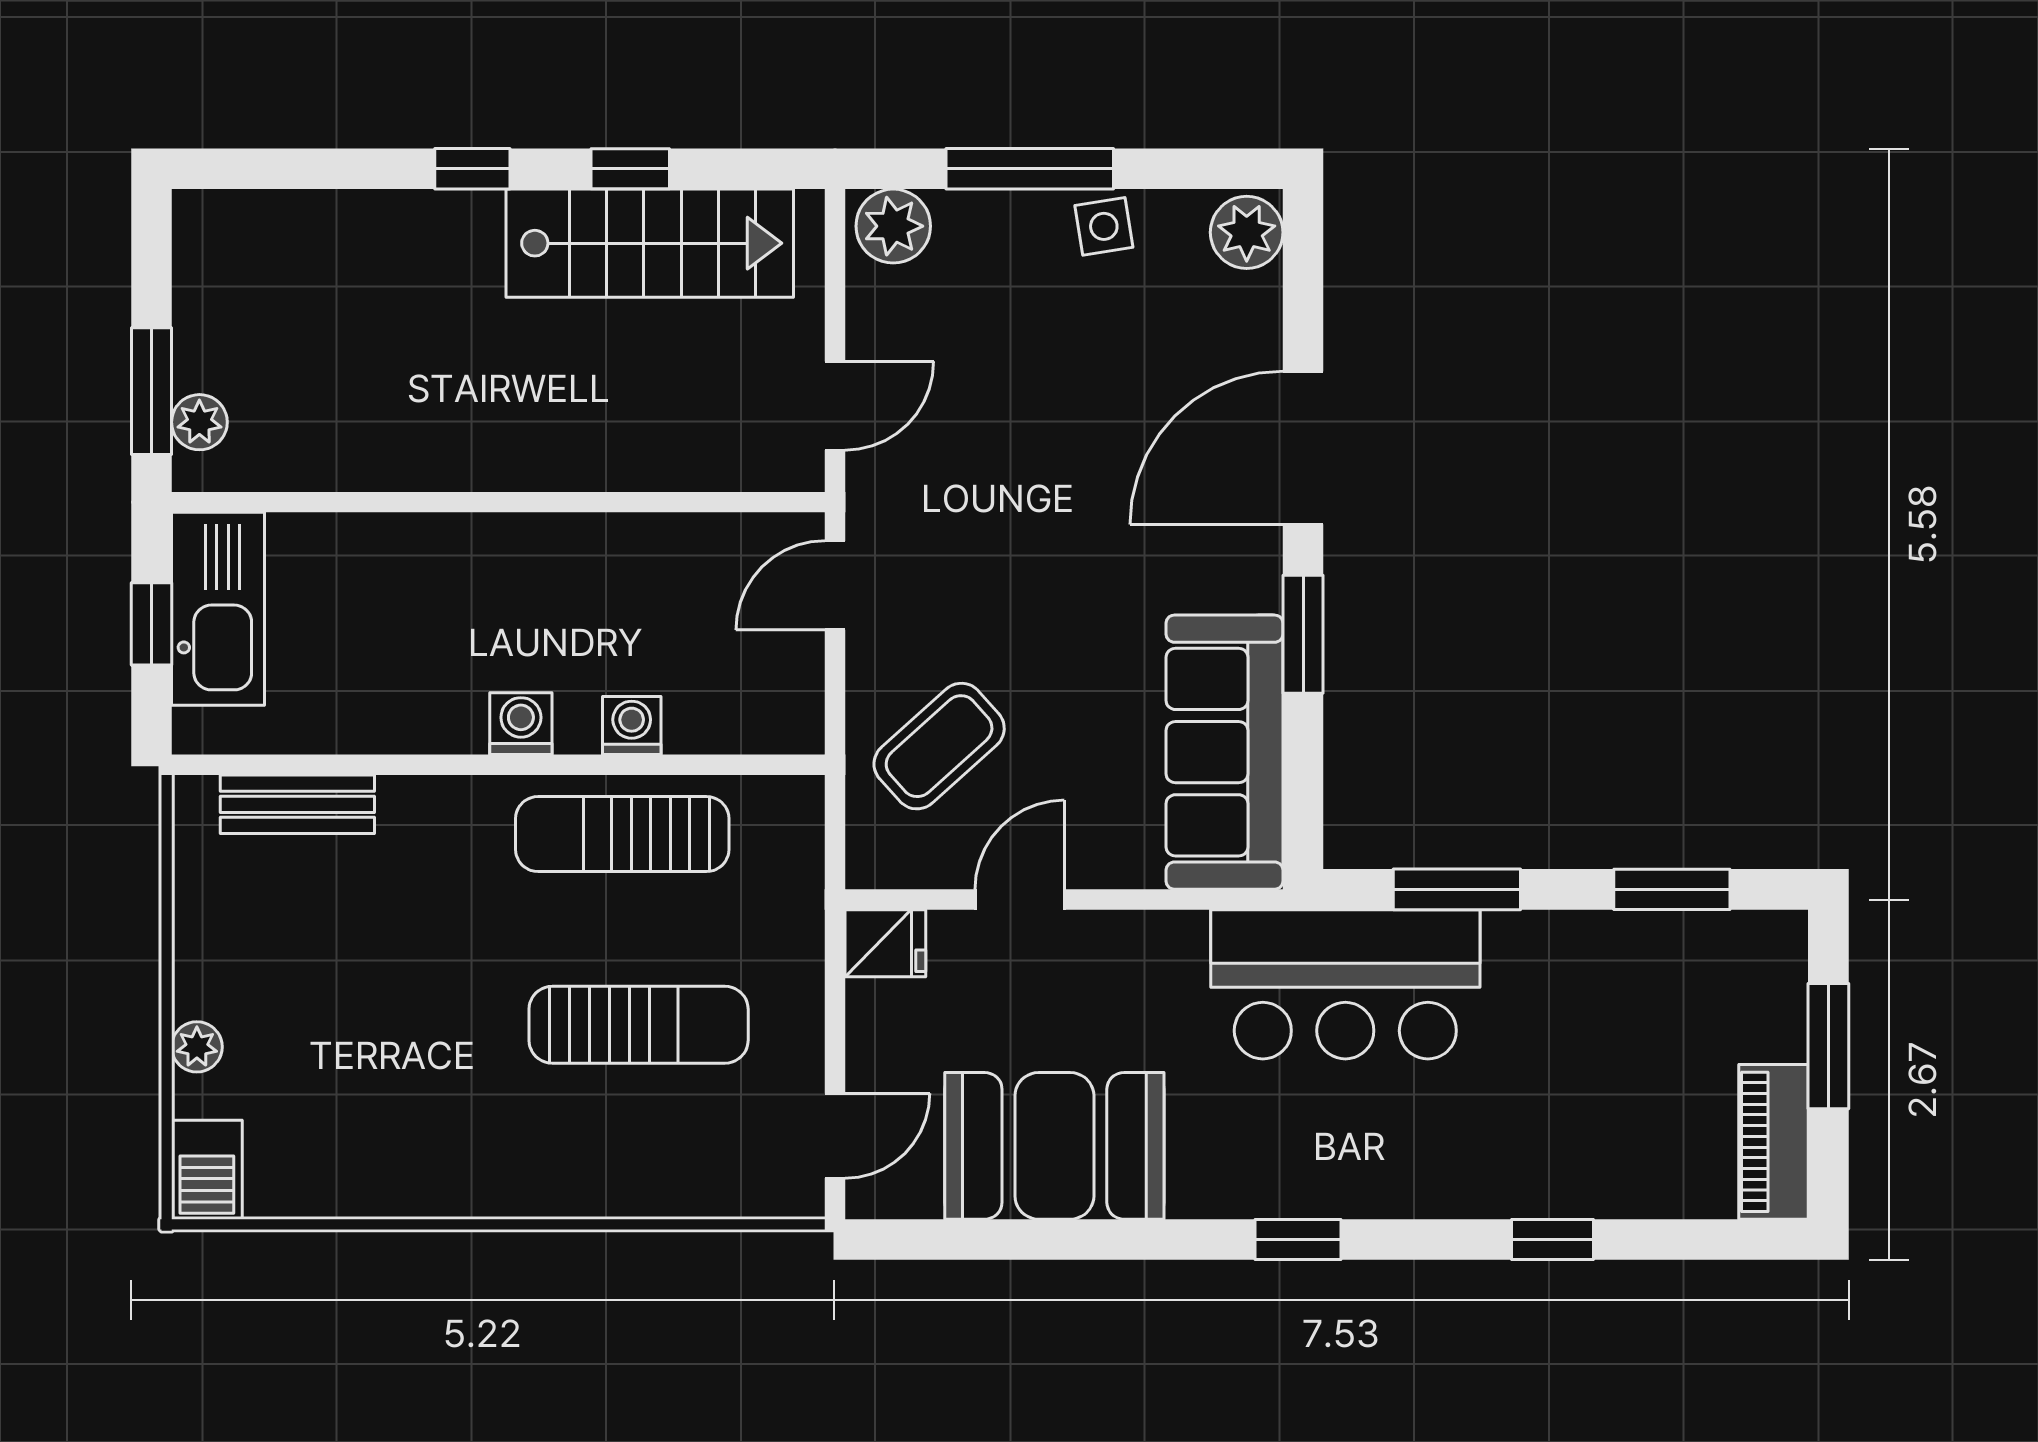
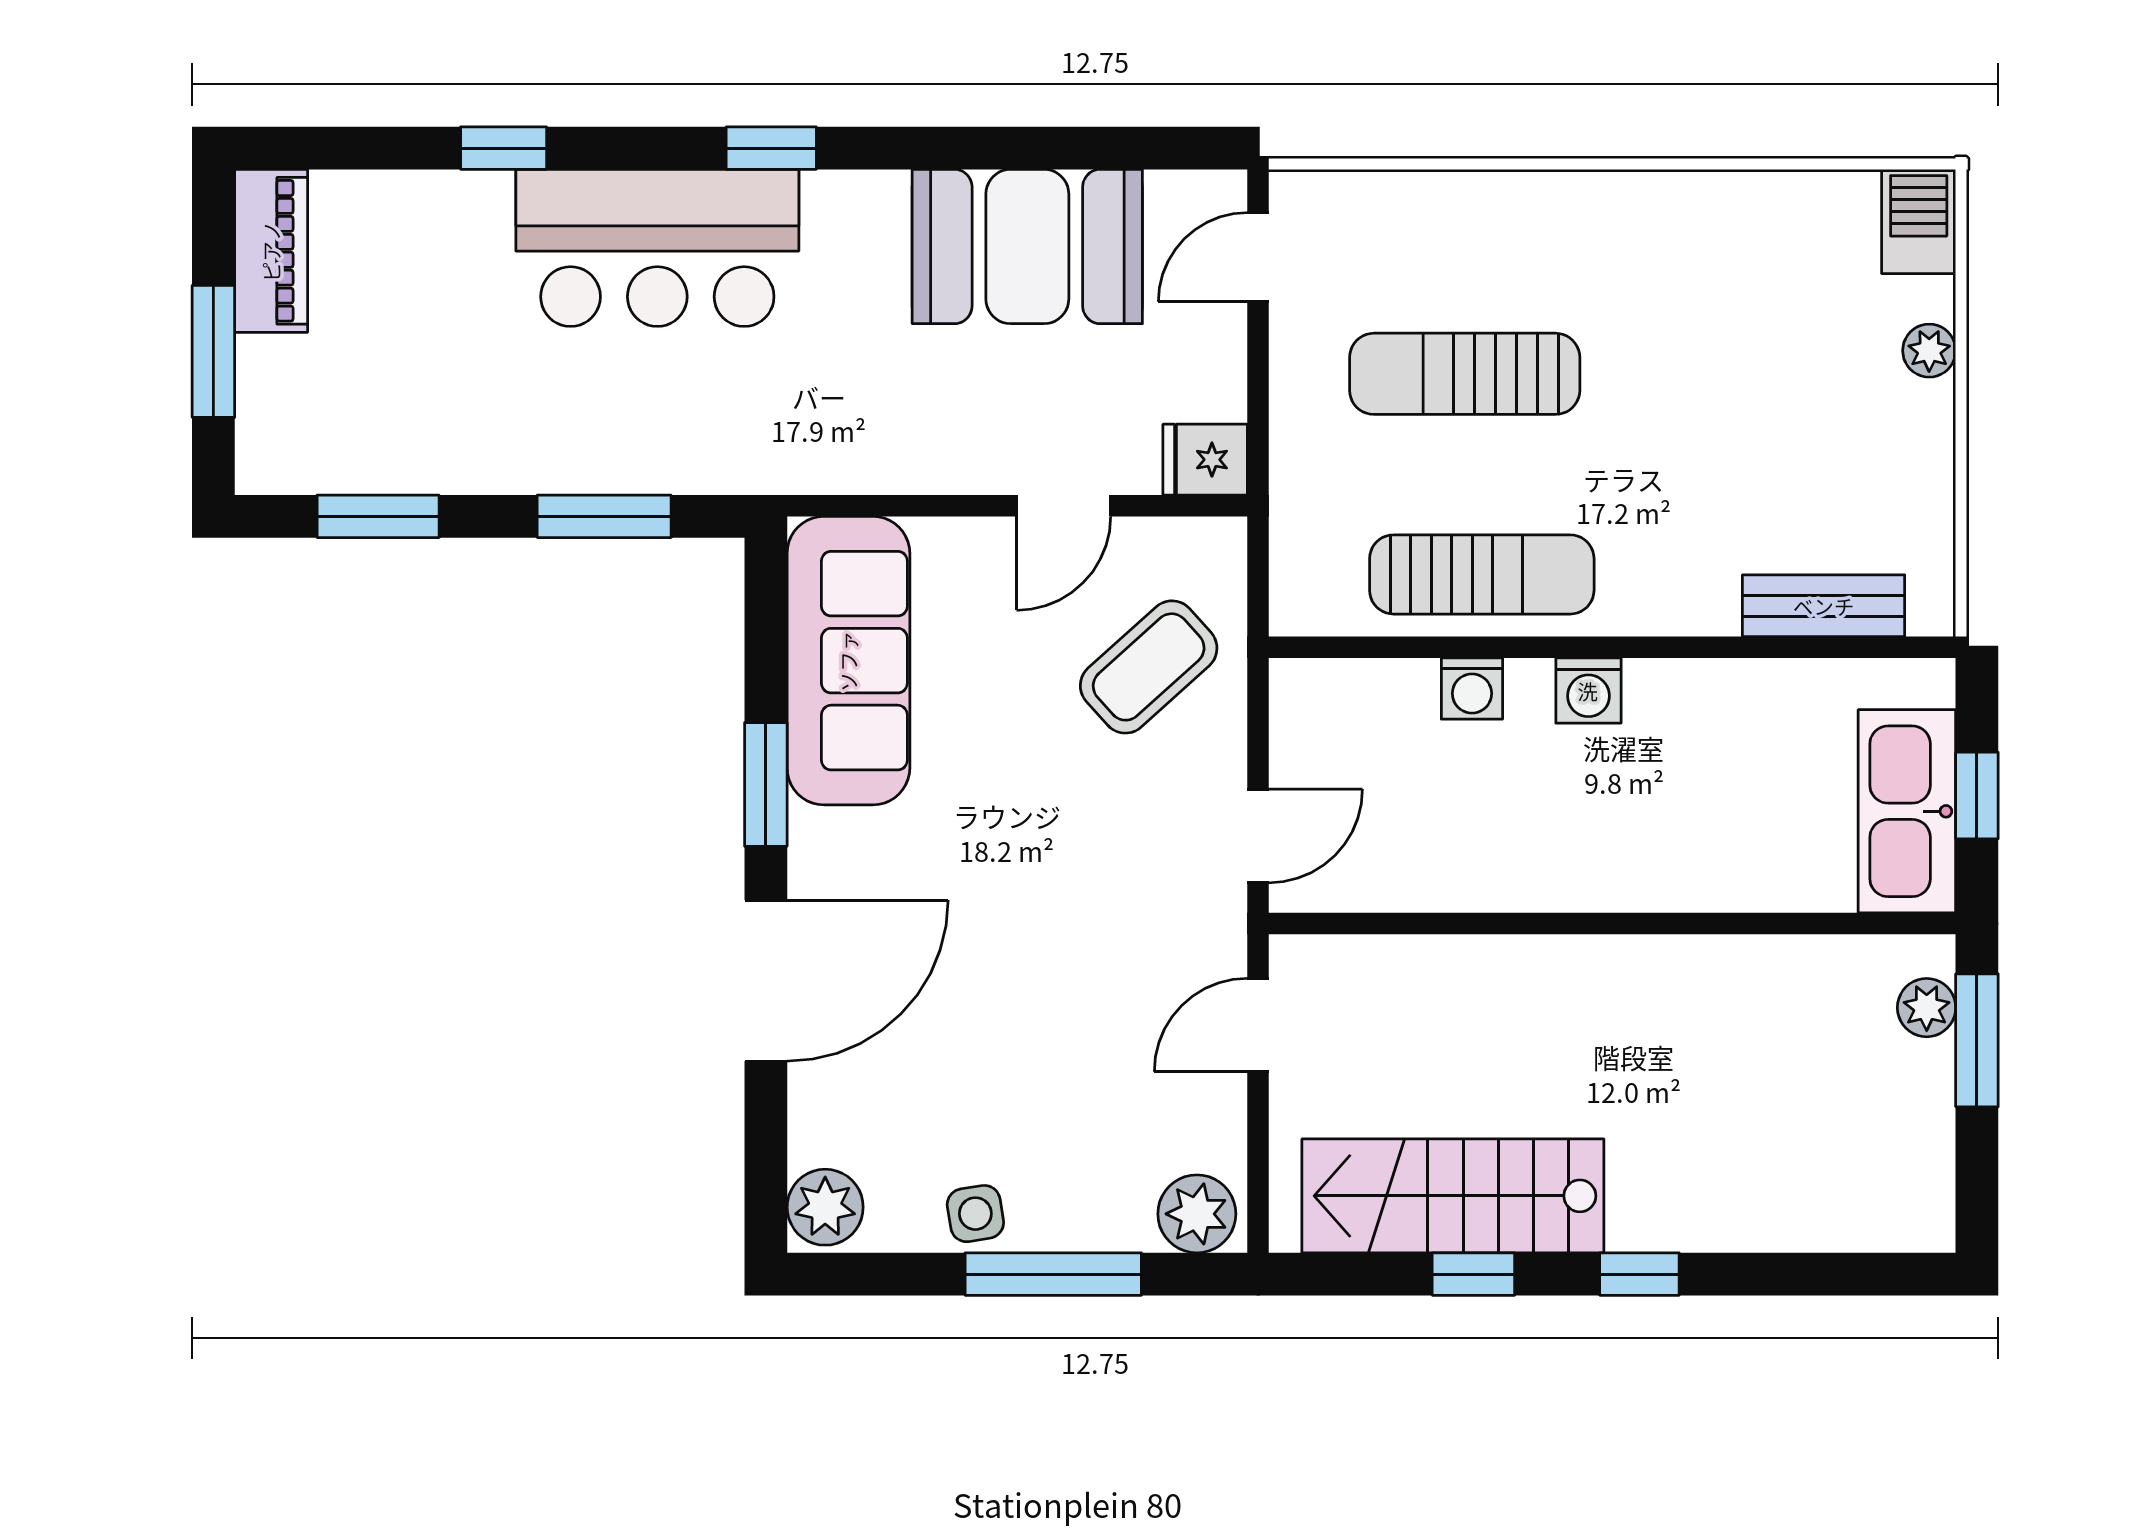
bar counter: (1345, 984) -> (657, 248), moved, turned 180

